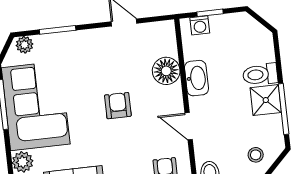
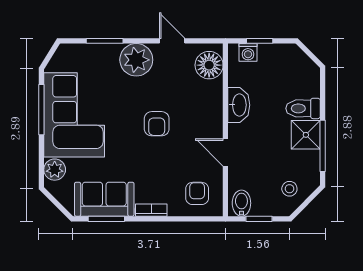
plant: (24, 45) -> (136, 60), moved, width x1.87, depth x1.87
floor lamp: (166, 71) -> (209, 65), moved
armchair: (118, 106) -> (157, 124), turned 180

